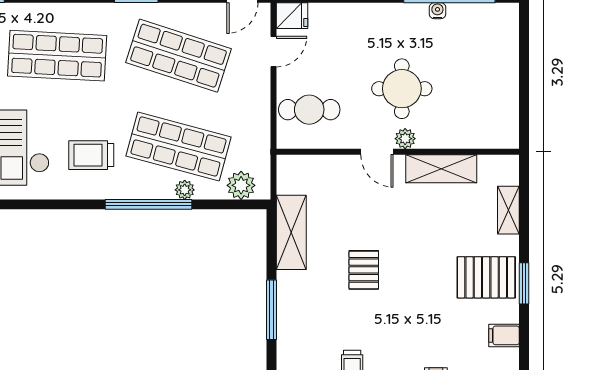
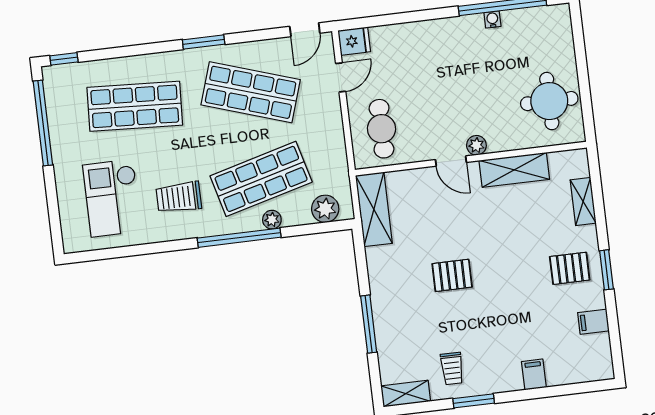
round table: (402, 89) -> (549, 101), moved
cafe table: (309, 110) -> (382, 129), turned 90
shop shelf: (179, 146) -> (261, 179), turned -30
shelving: (291, 232) -> (374, 209), moved
pallet: (364, 270) -> (452, 275), turned 90
pallet: (486, 277) -> (570, 268), width x0.67, depth x0.71

